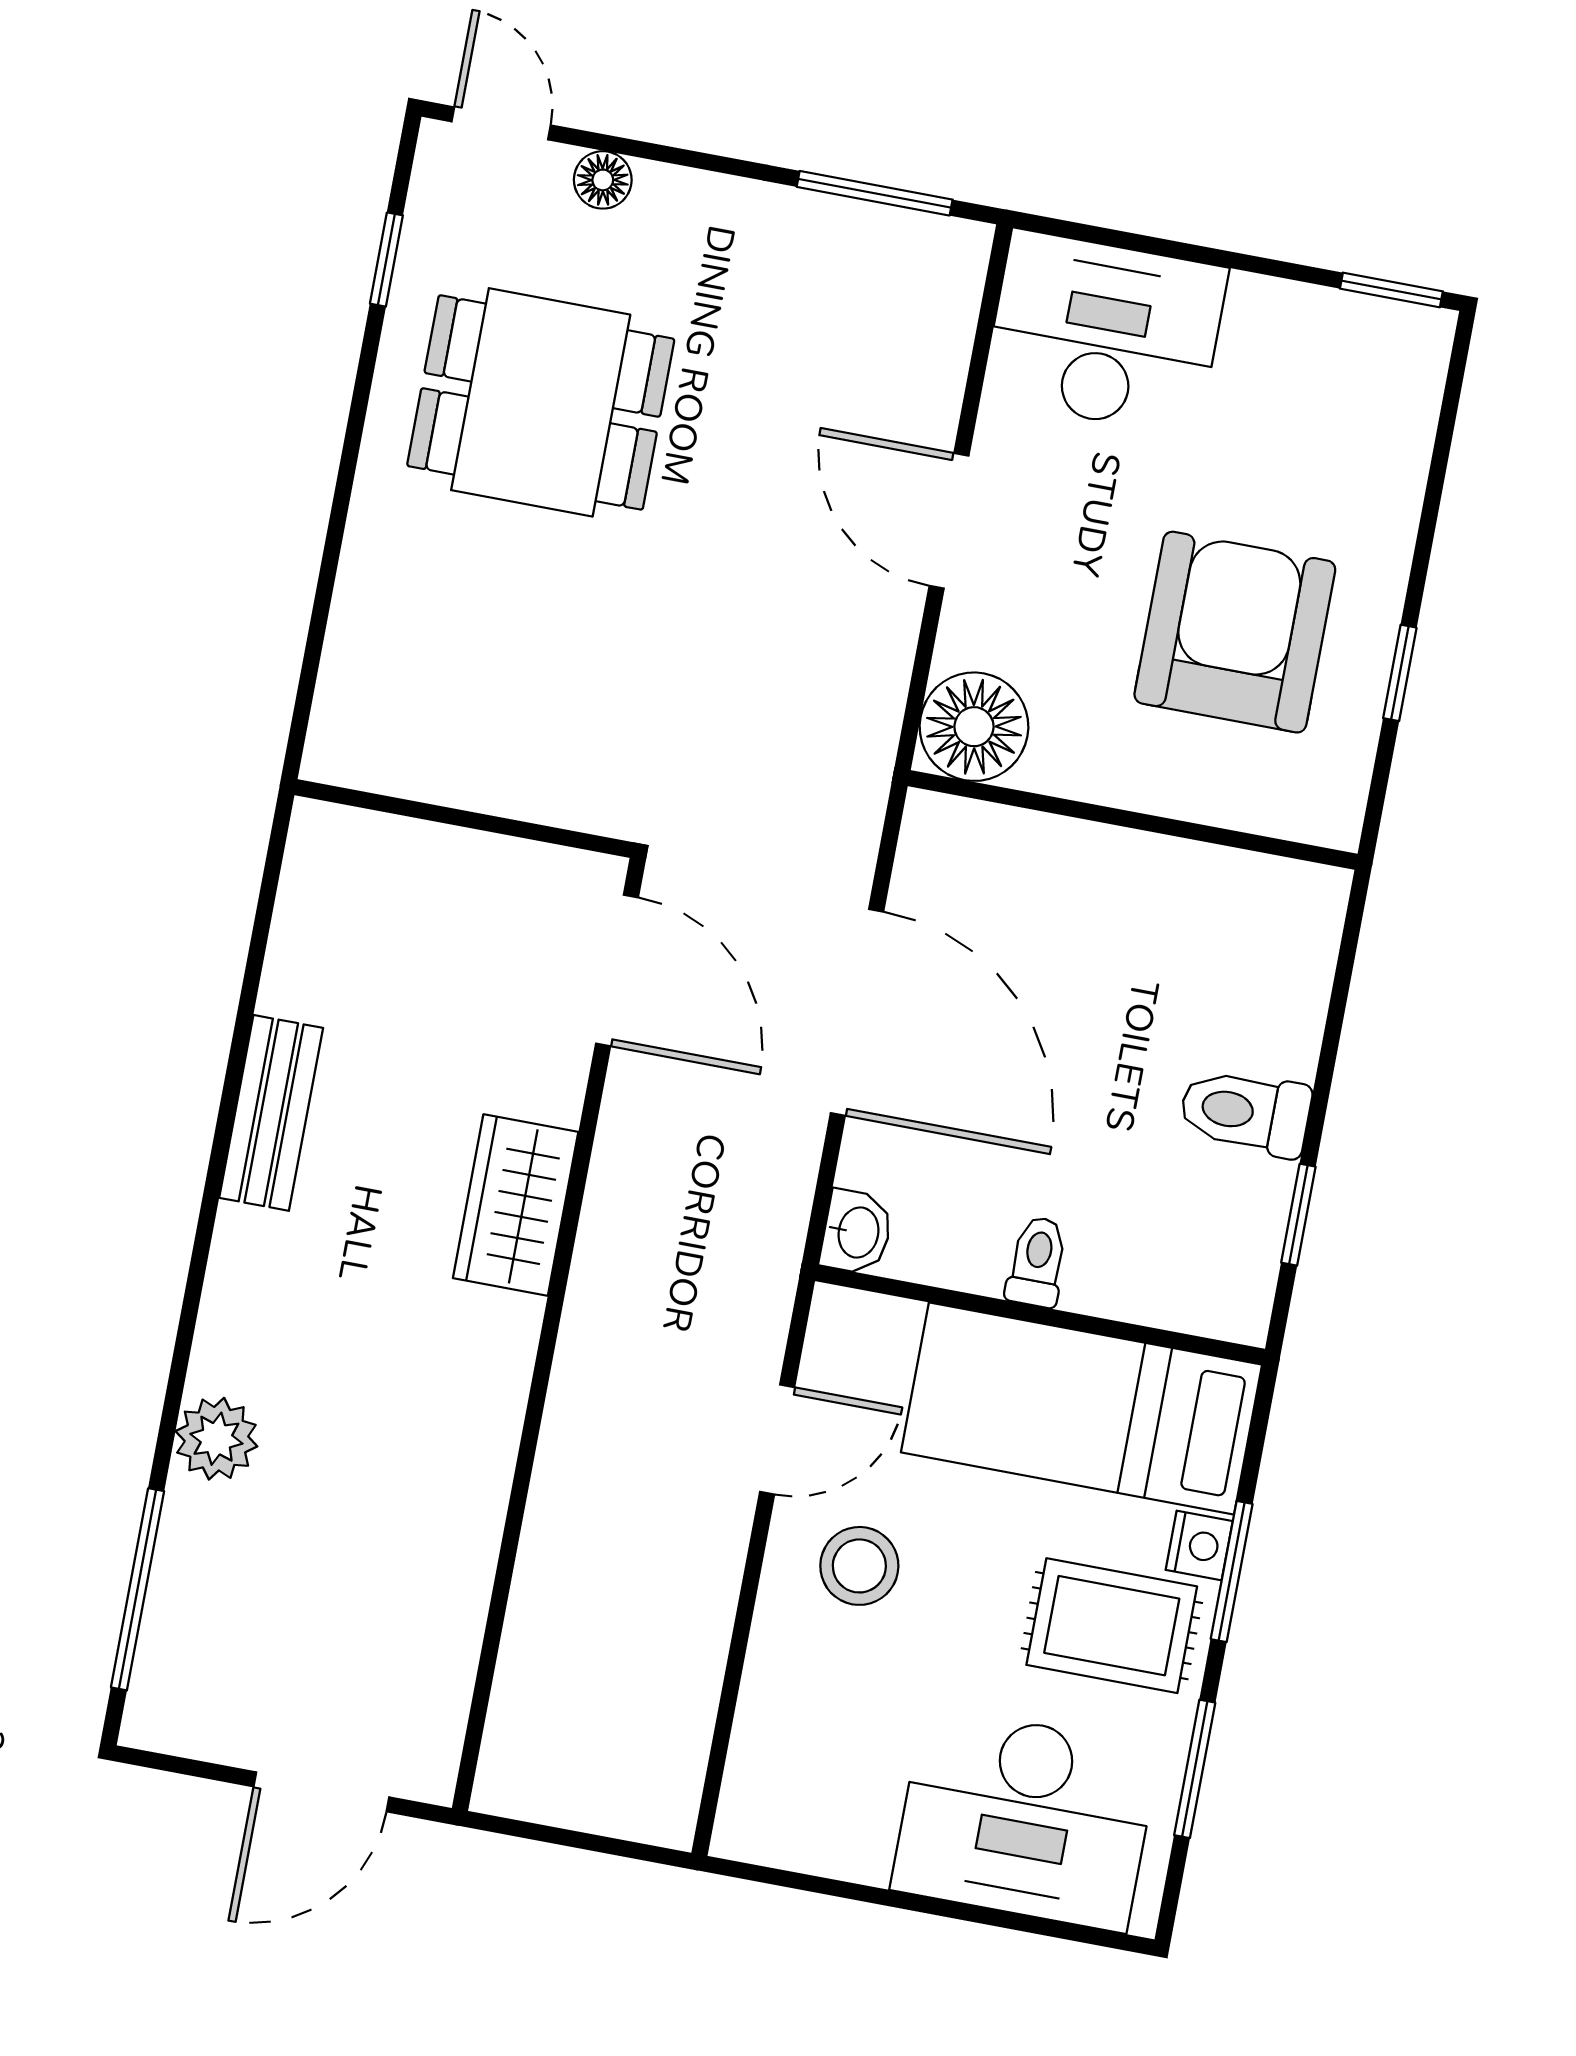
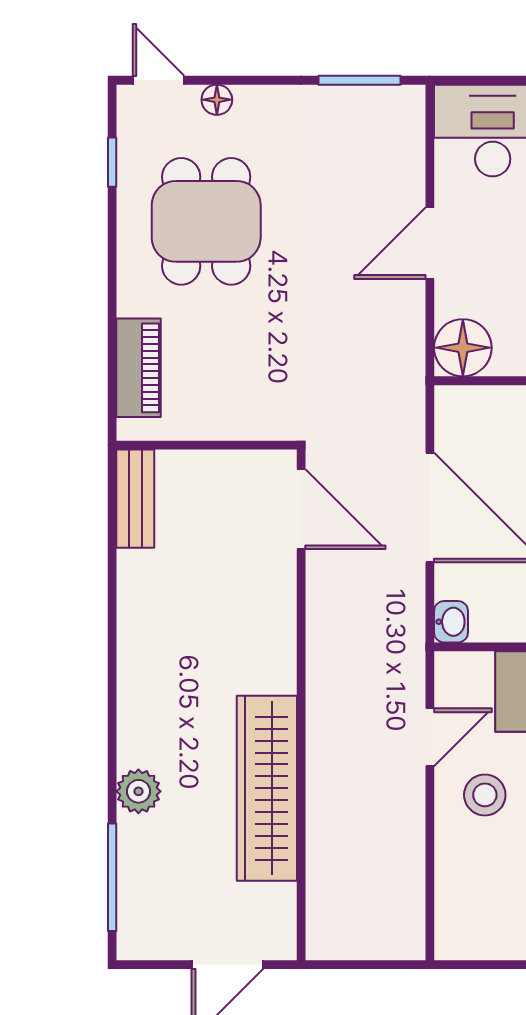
dining table: (541, 402) -> (206, 221), turned 90
door: (949, 521) -> (430, 243), hinge flipped
piano: (364, 651) -> (139, 368), added
bench: (271, 1113) -> (135, 499), moved
wardrobe: (516, 1205) -> (267, 788), moved, width x2.10, depth x1.17

